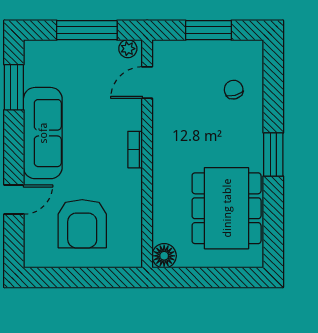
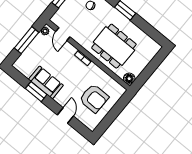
window: (14, 87) -> (36, 92), moved
sofa: (43, 133) -> (46, 82), width x0.73
dining table: (227, 208) -> (114, 46), moved

